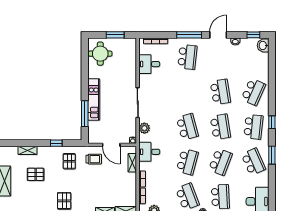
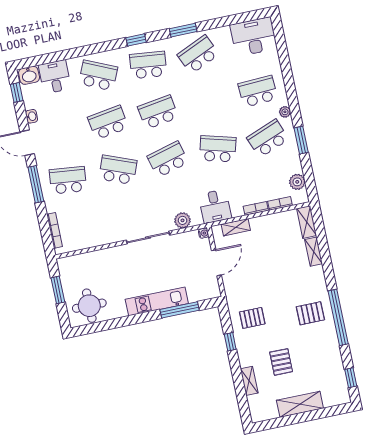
desk: (149, 64) -> (55, 77), moved, turned 180
trolley: (94, 159) -> (242, 283), removed
school desk: (220, 162) -> (118, 170), moved

